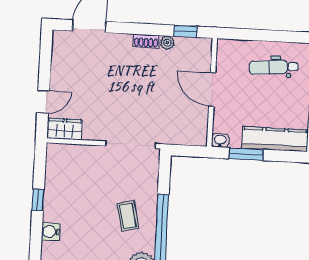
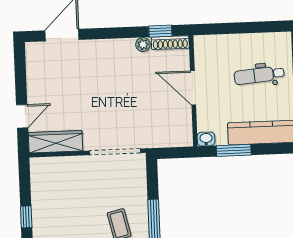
shoe rack: (146, 41) -> (170, 43), moved, width x1.43
dental chair: (274, 67) -> (259, 75), moved
wardrobe: (65, 129) -> (55, 142), width x1.50

